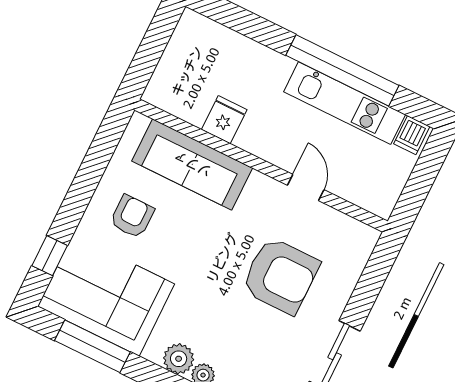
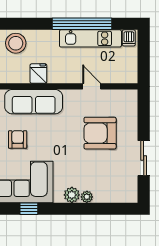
stool: (211, 48) -> (16, 43), added
armchair: (280, 276) -> (100, 133), turned 180
window: (92, 346) -> (29, 209), width x0.46

